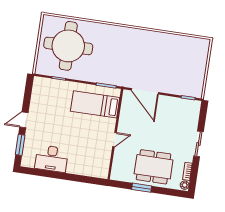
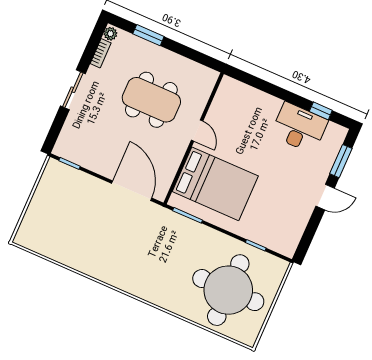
bed: (95, 104) -> (215, 184), width x1.50
door: (115, 140) -> (197, 131), swing flipped
dining table: (154, 167) -> (151, 100), moved
window: (41, 173) -> (321, 111), added
window: (142, 188) -> (148, 35), moved

